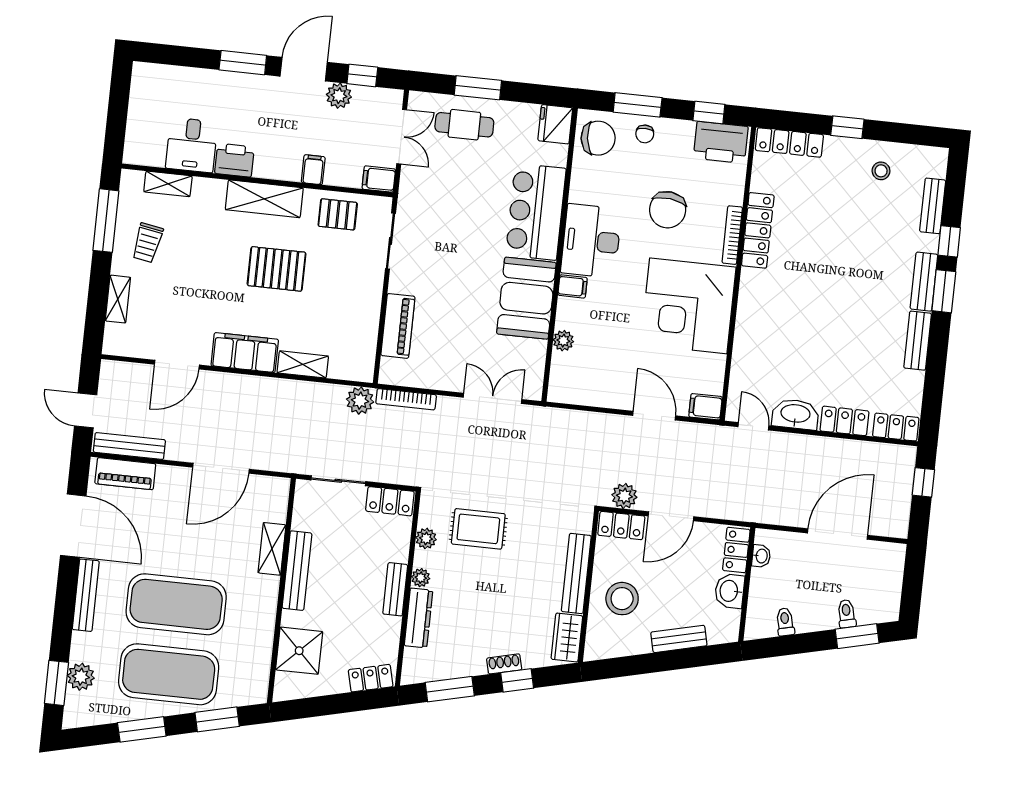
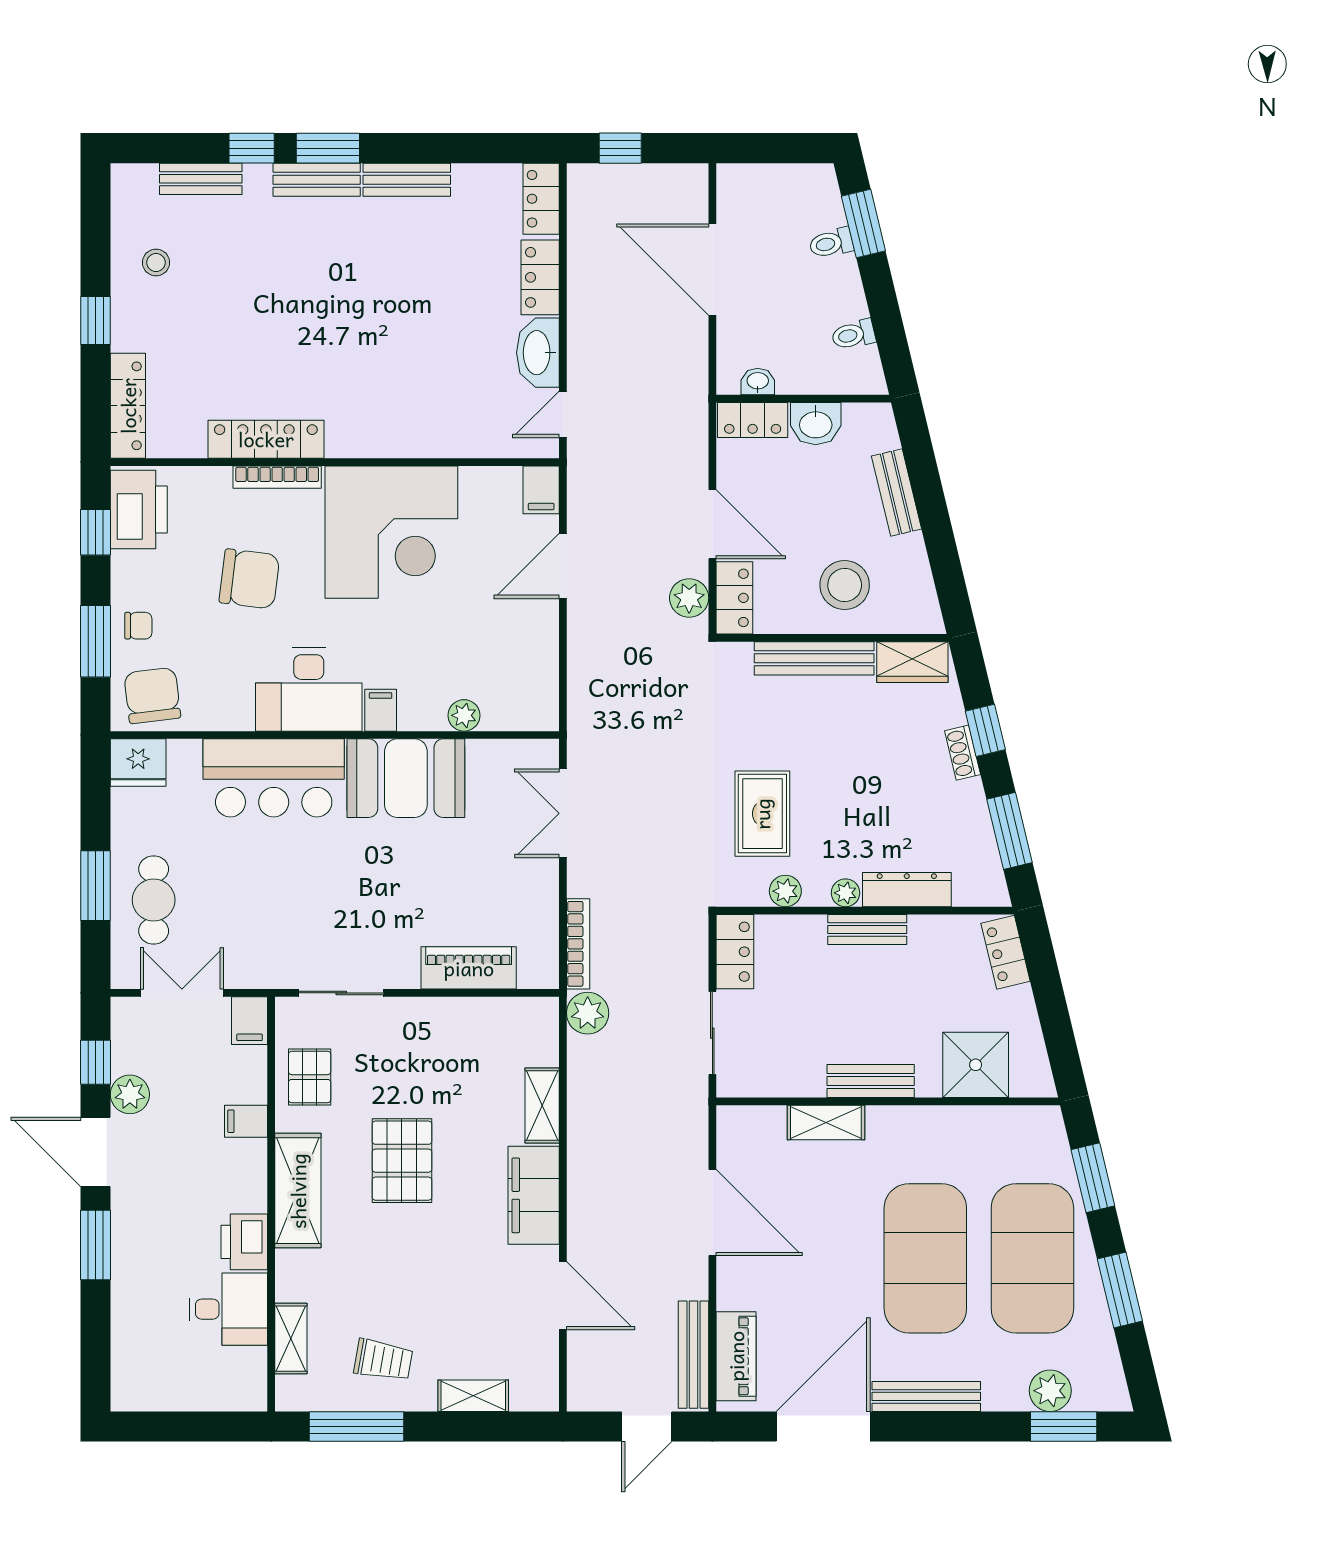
bench: (297, 571) -> (871, 1081), width x0.73

